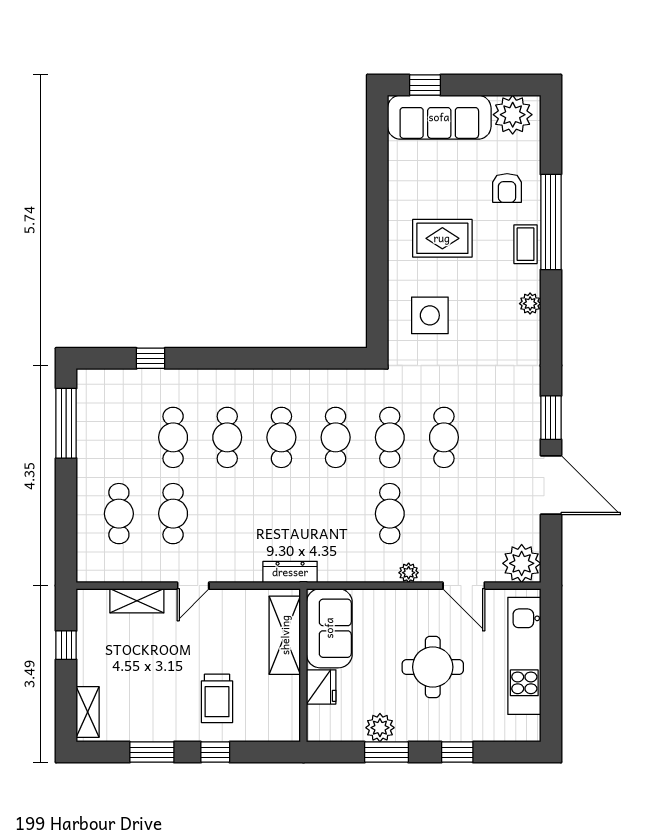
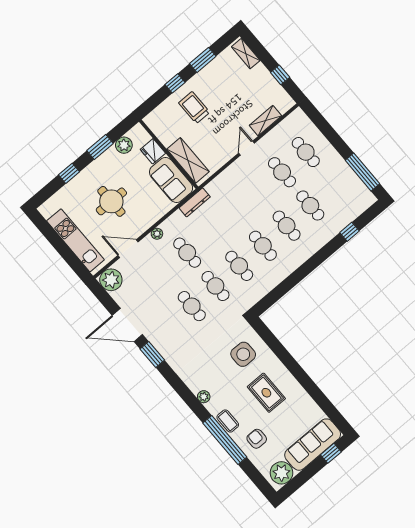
rug: (442, 238) -> (266, 393), turned 90
dresser: (290, 572) -> (195, 202), moved
plant: (380, 728) -> (124, 145), moved

